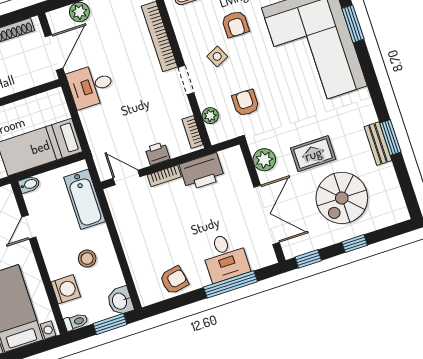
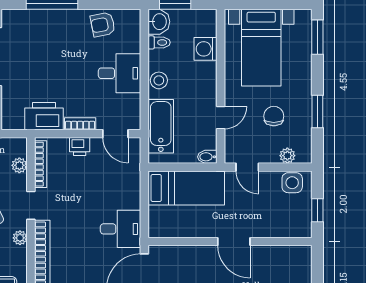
plant: (186, 45) -> (20, 238), added
bookcase: (193, 132) -> (41, 164), width x1.56
desk: (225, 257) -> (120, 73), moved, turned 90
stool: (87, 259) -> (159, 80), moved
toilet: (76, 322) -> (159, 42), moved, turned 180

